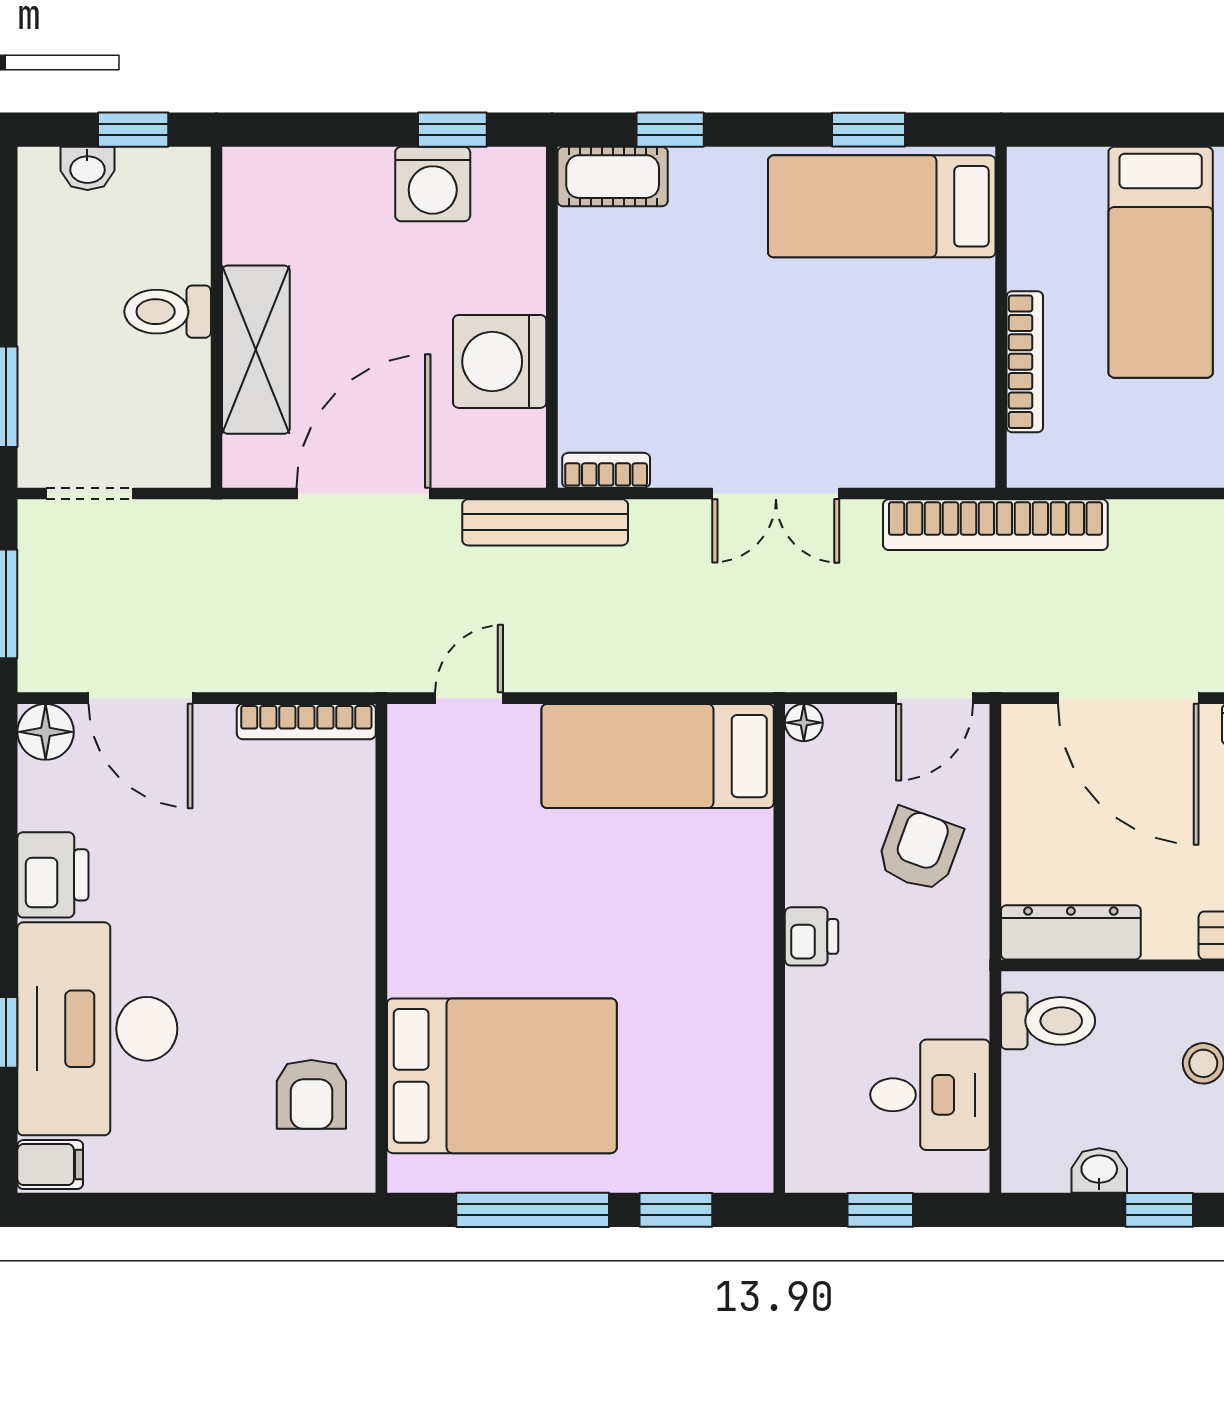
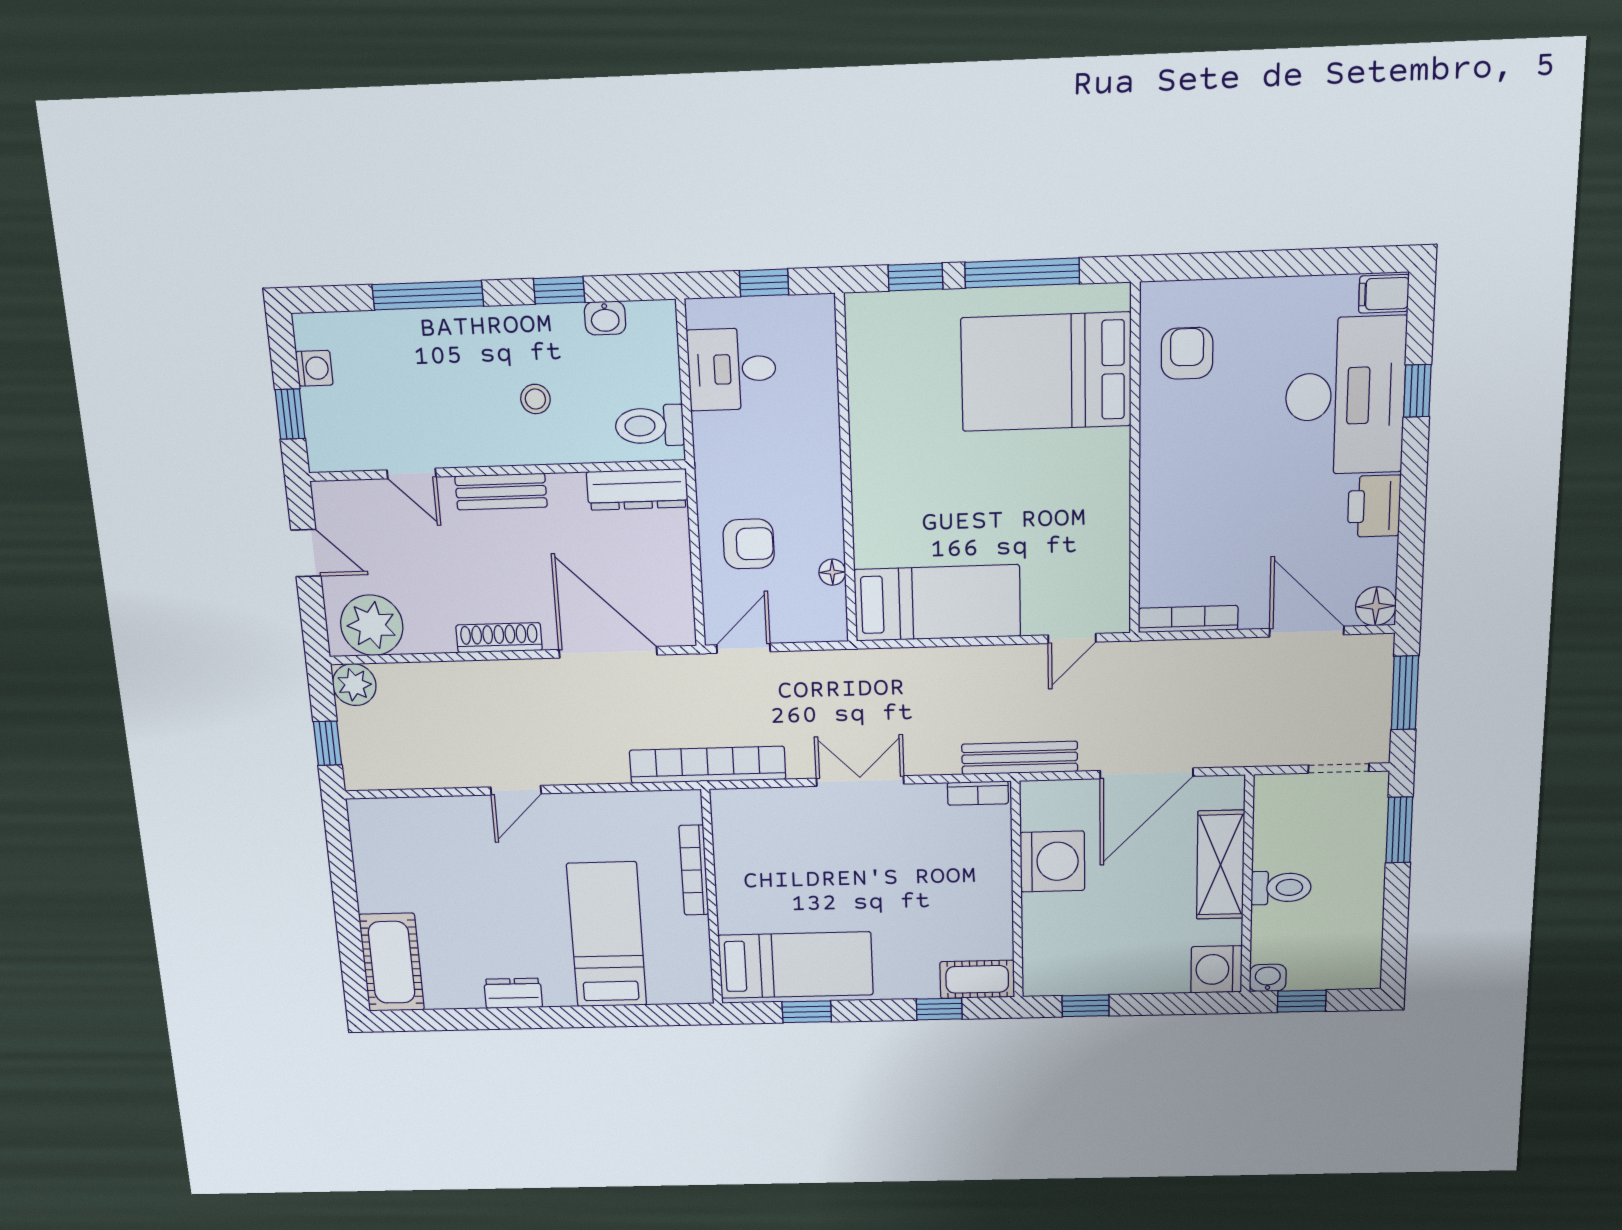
washbasin: (87, 168) -> (1268, 978), moved
washing machine: (433, 184) -> (1216, 969), moved, turned -90
floor lamp: (804, 723) -> (832, 572), moved
armchair: (919, 850) -> (749, 544), turned -110
printer: (812, 936) -> (823, 480), removed

